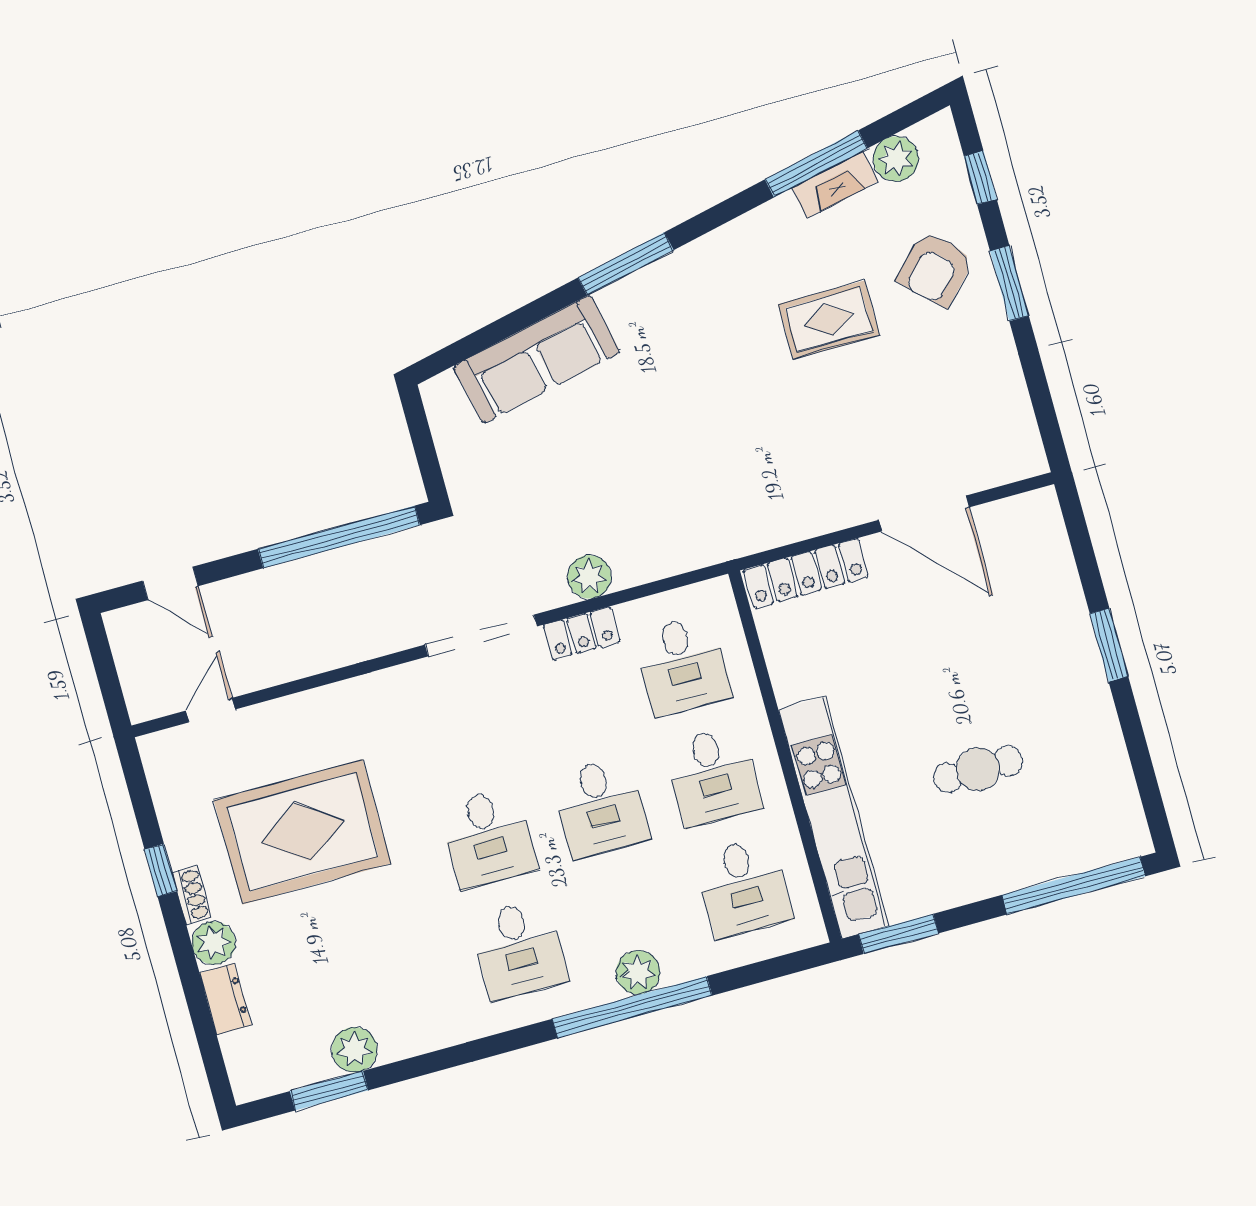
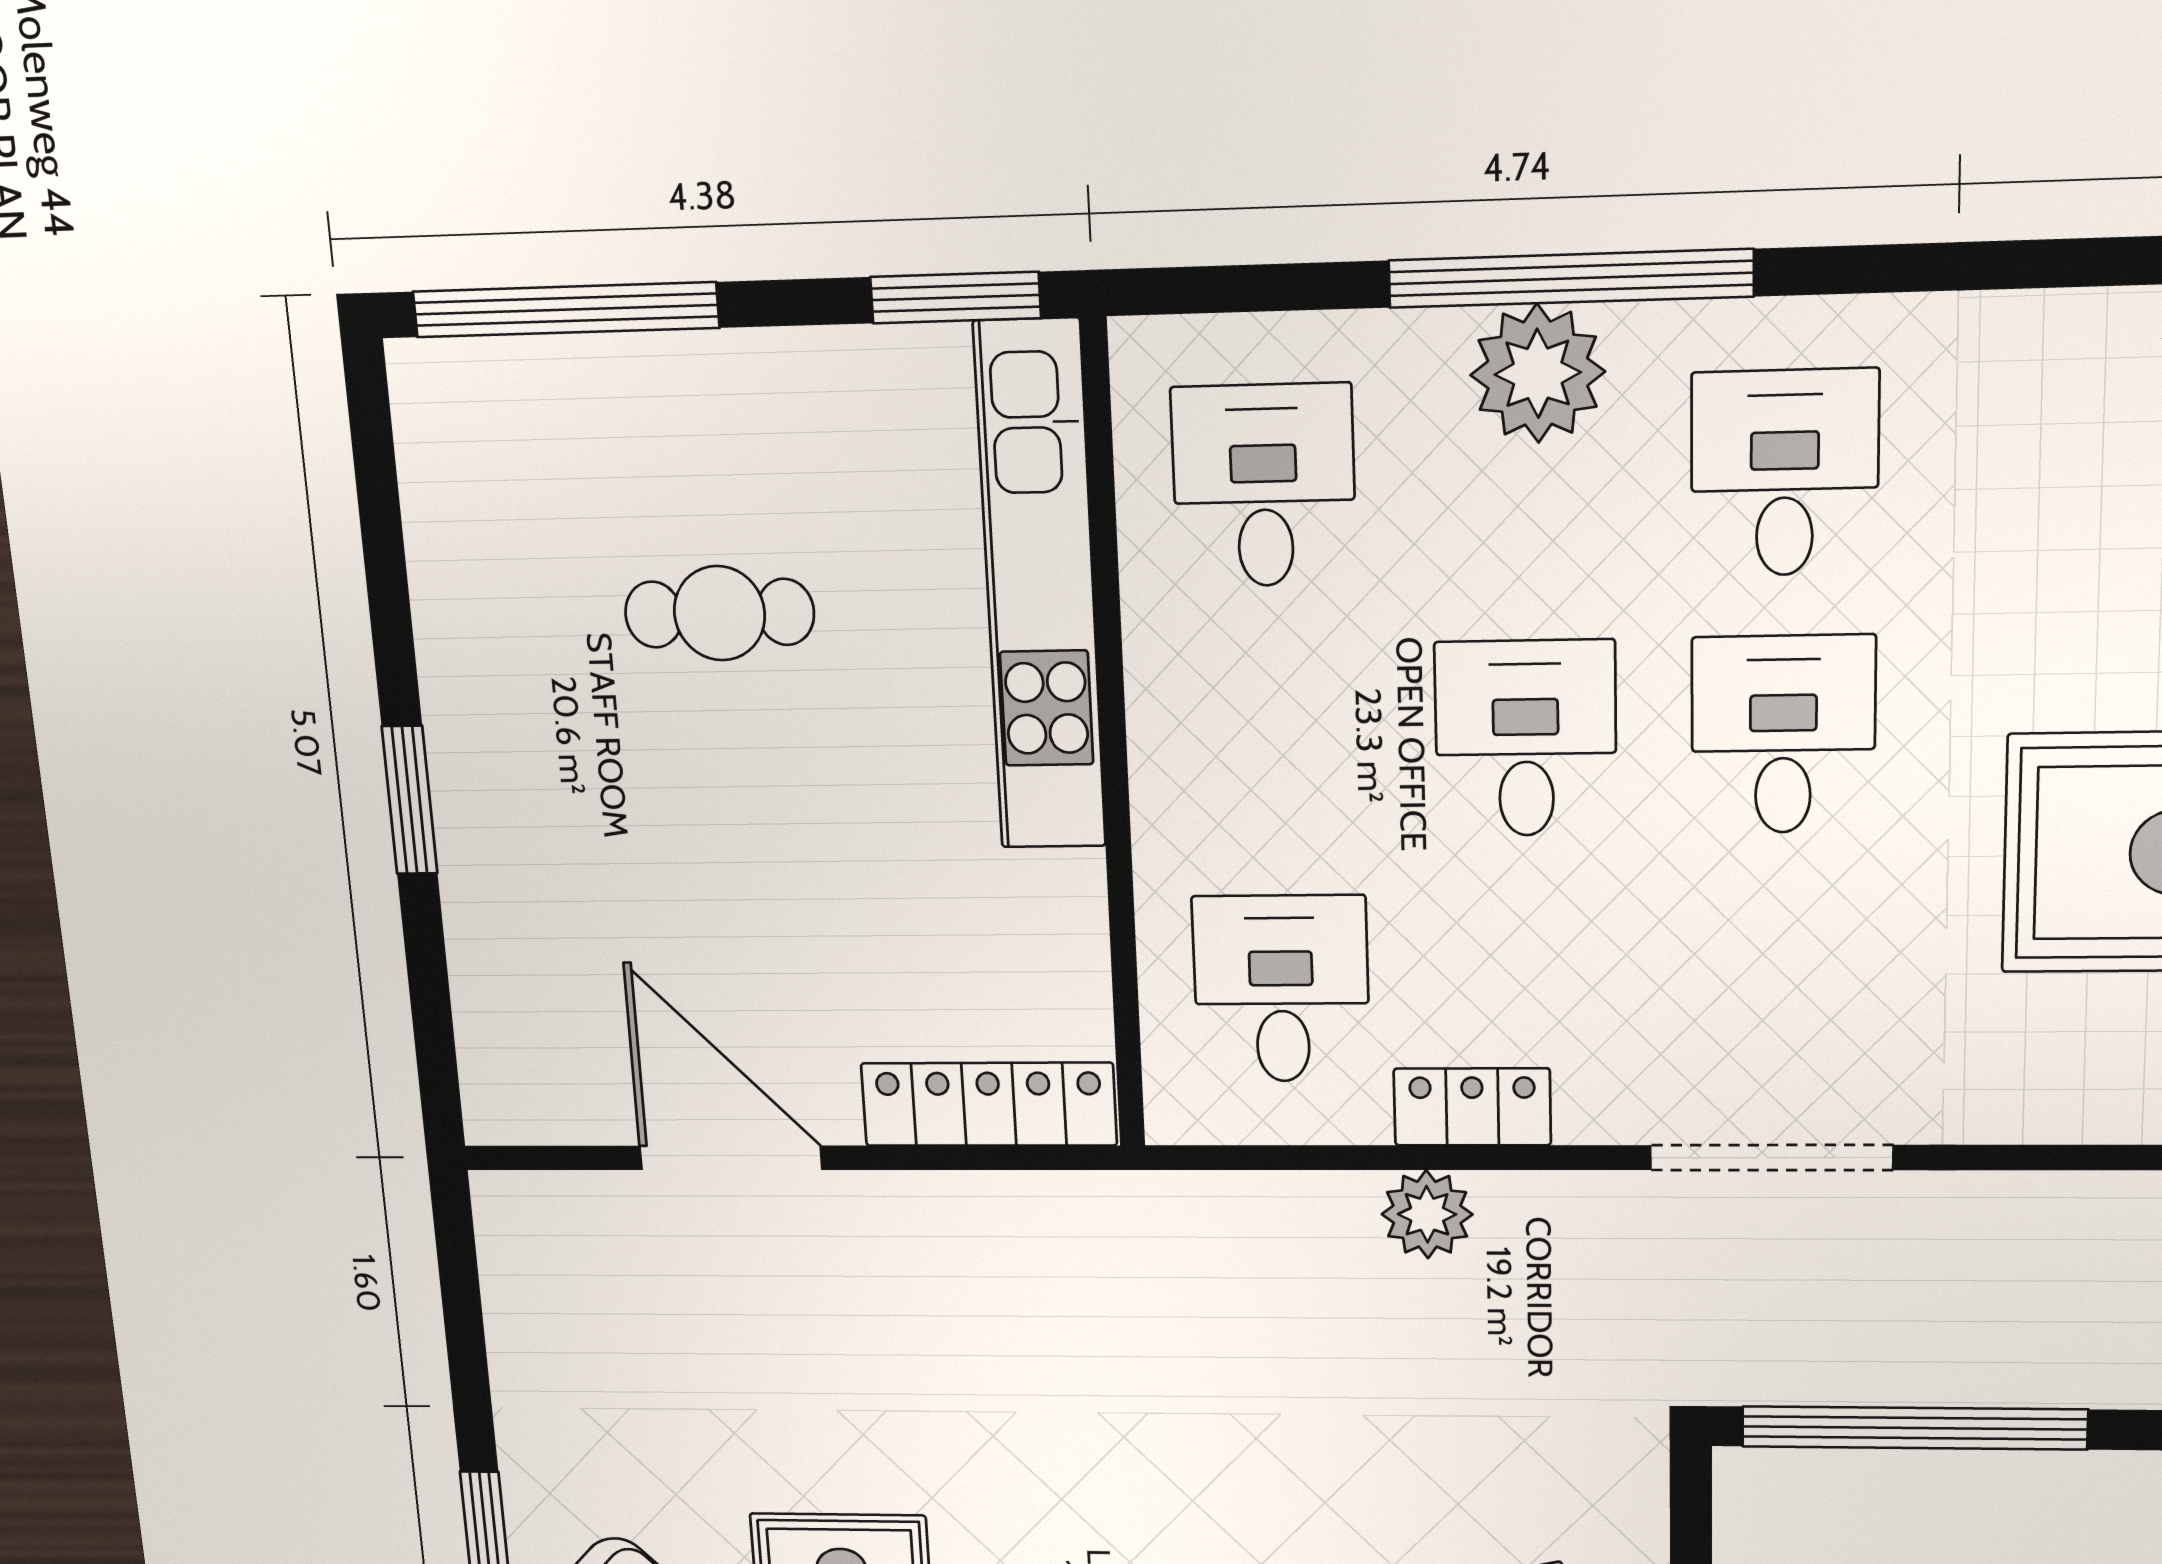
doorway: (481, 636) -> (1771, 1158), moved
desk: (713, 776) -> (1273, 742), removed
plant: (638, 972) -> (1538, 373), width x1.36, depth x1.36

